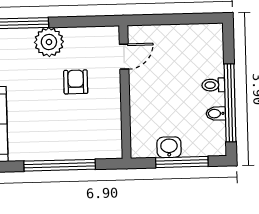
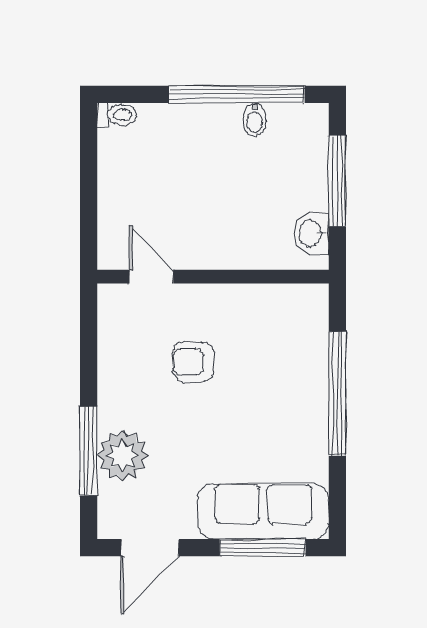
plant: (49, 42) -> (123, 456), moved
toilet: (213, 85) -> (117, 115), moved, turned -90
washbasin: (169, 147) -> (311, 233), moved

